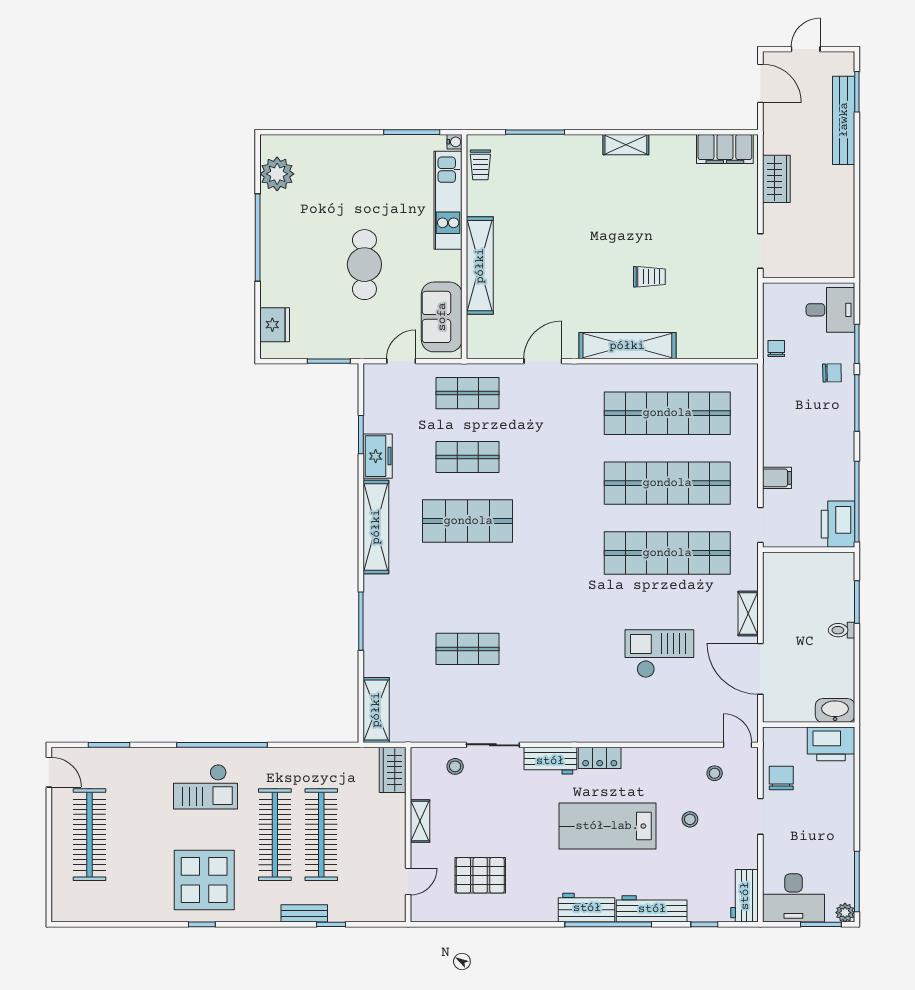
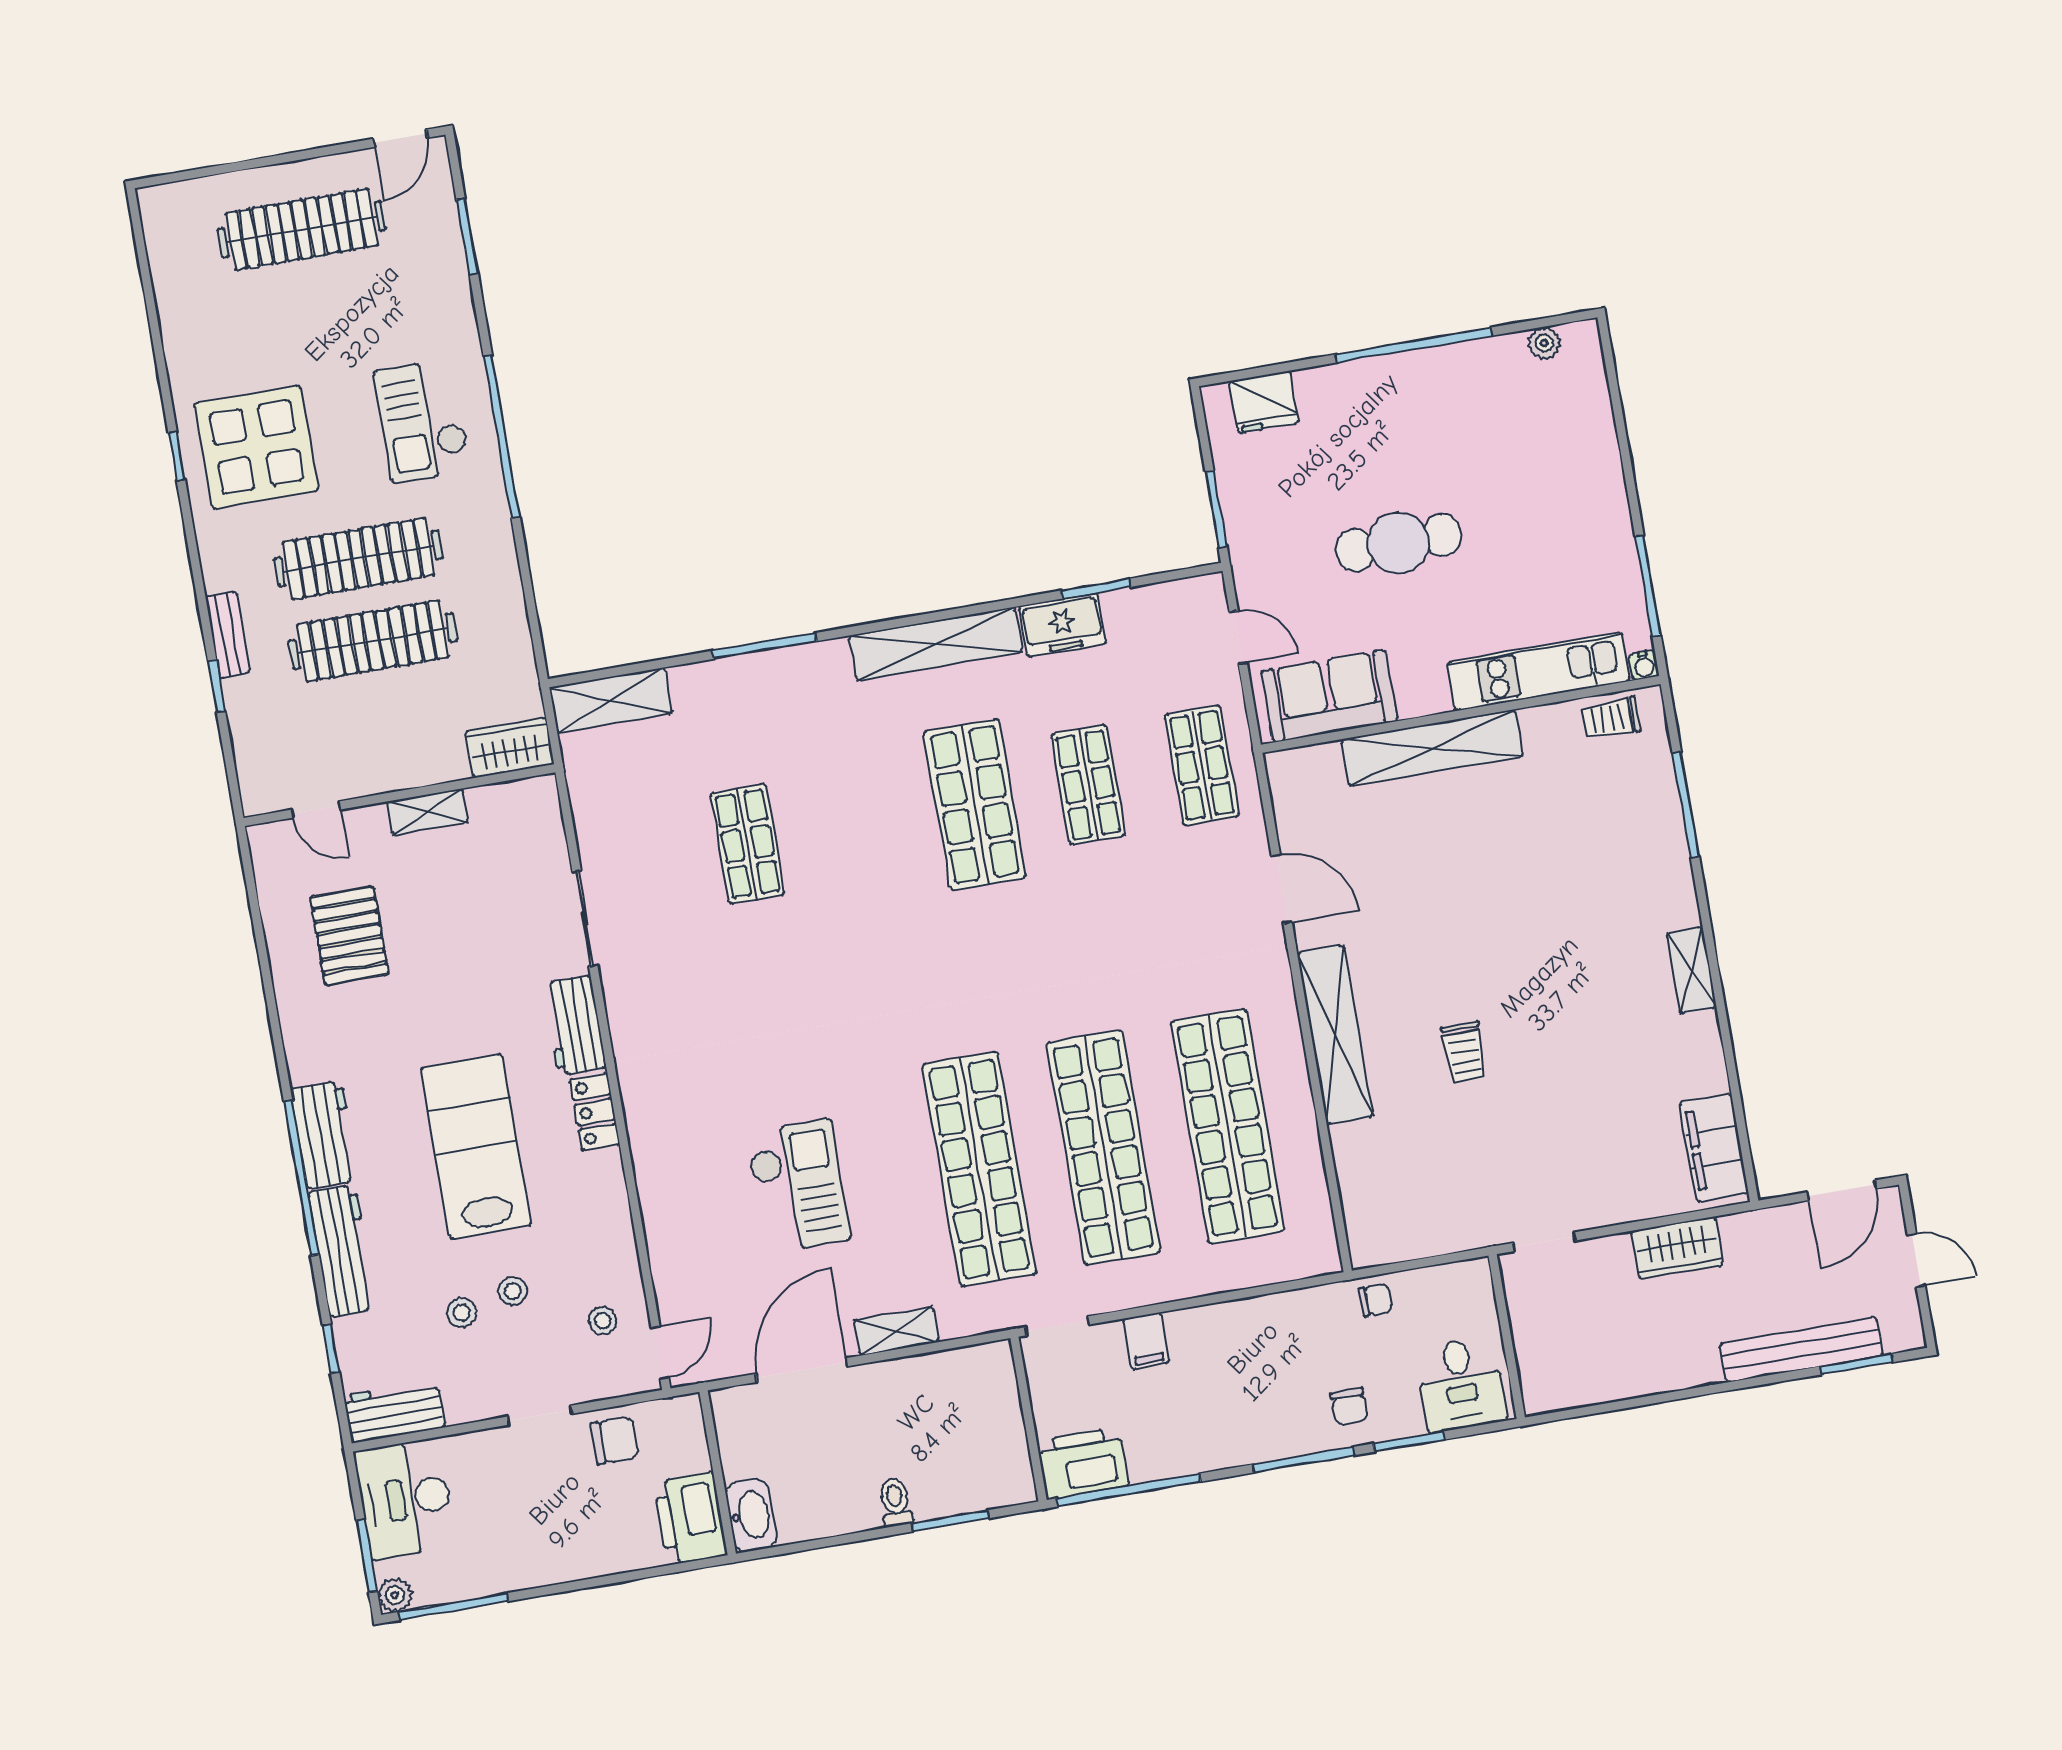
plant: (277, 174) -> (1544, 343), width x0.53, depth x0.53
stool: (455, 766) -> (462, 1313), moved

